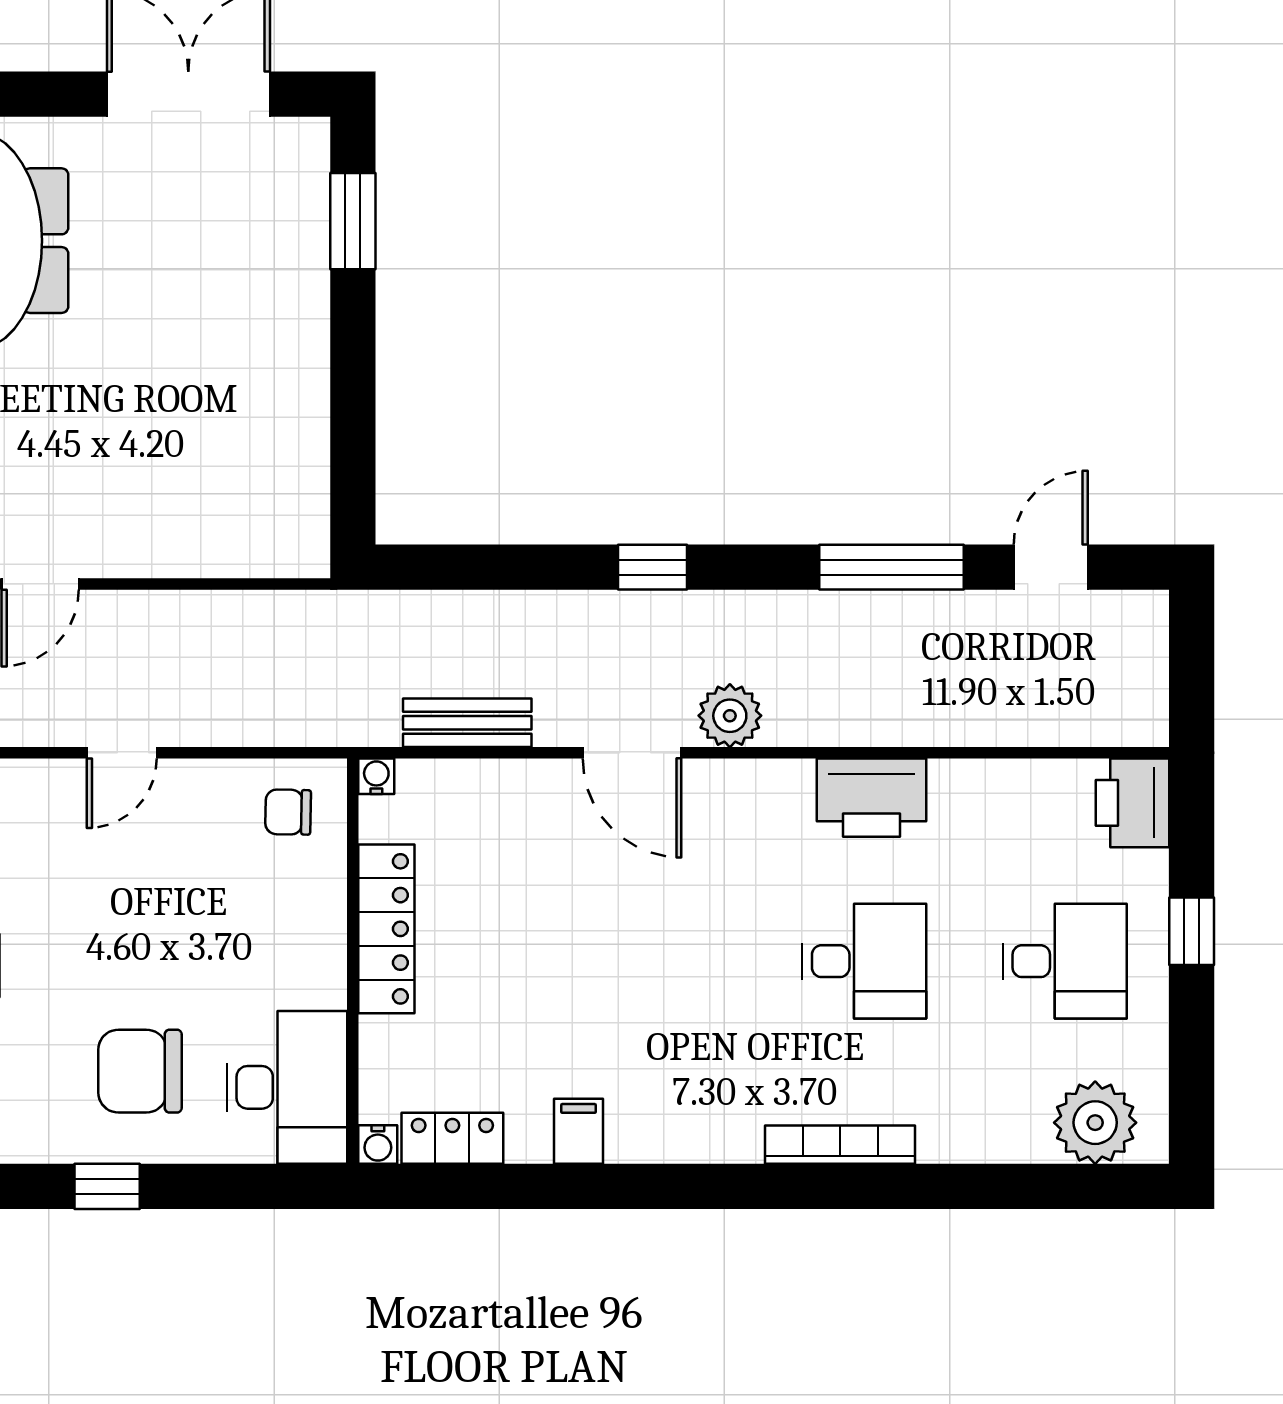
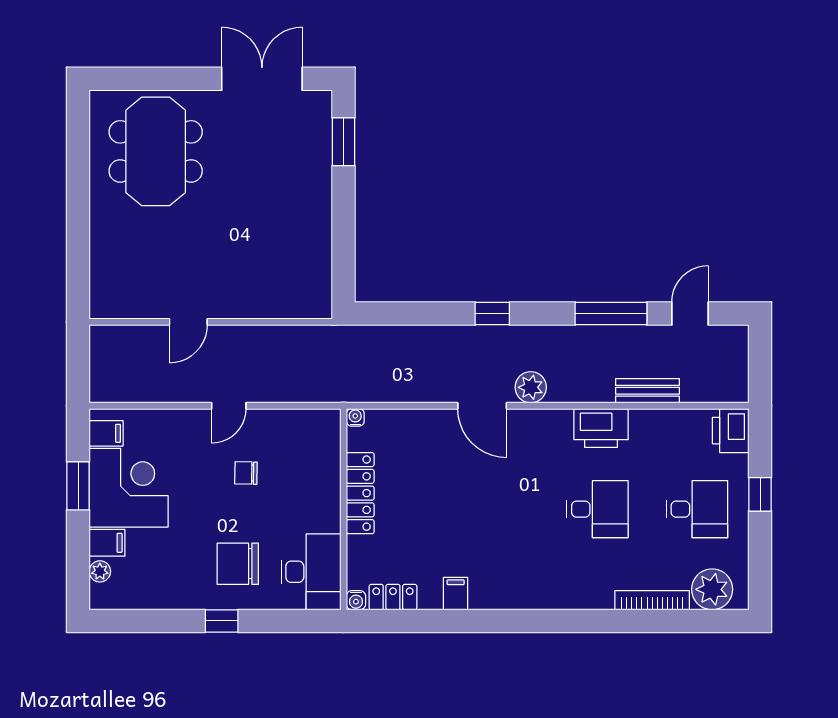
bench: (467, 723) -> (647, 391), moved
chair: (288, 812) -> (246, 473), moved
bookcase: (840, 1145) -> (652, 600), moved

